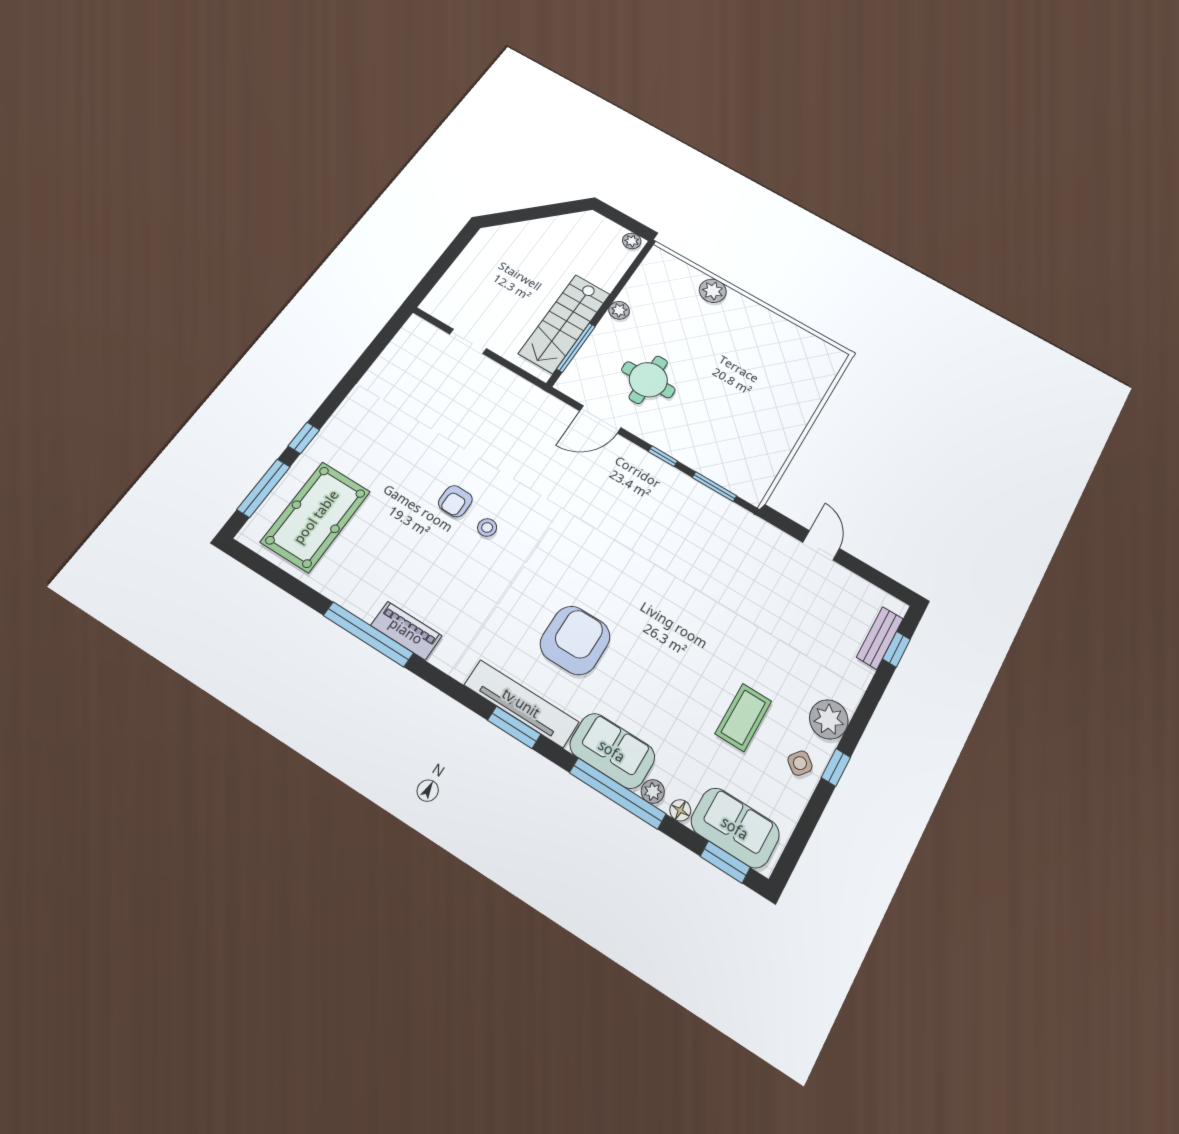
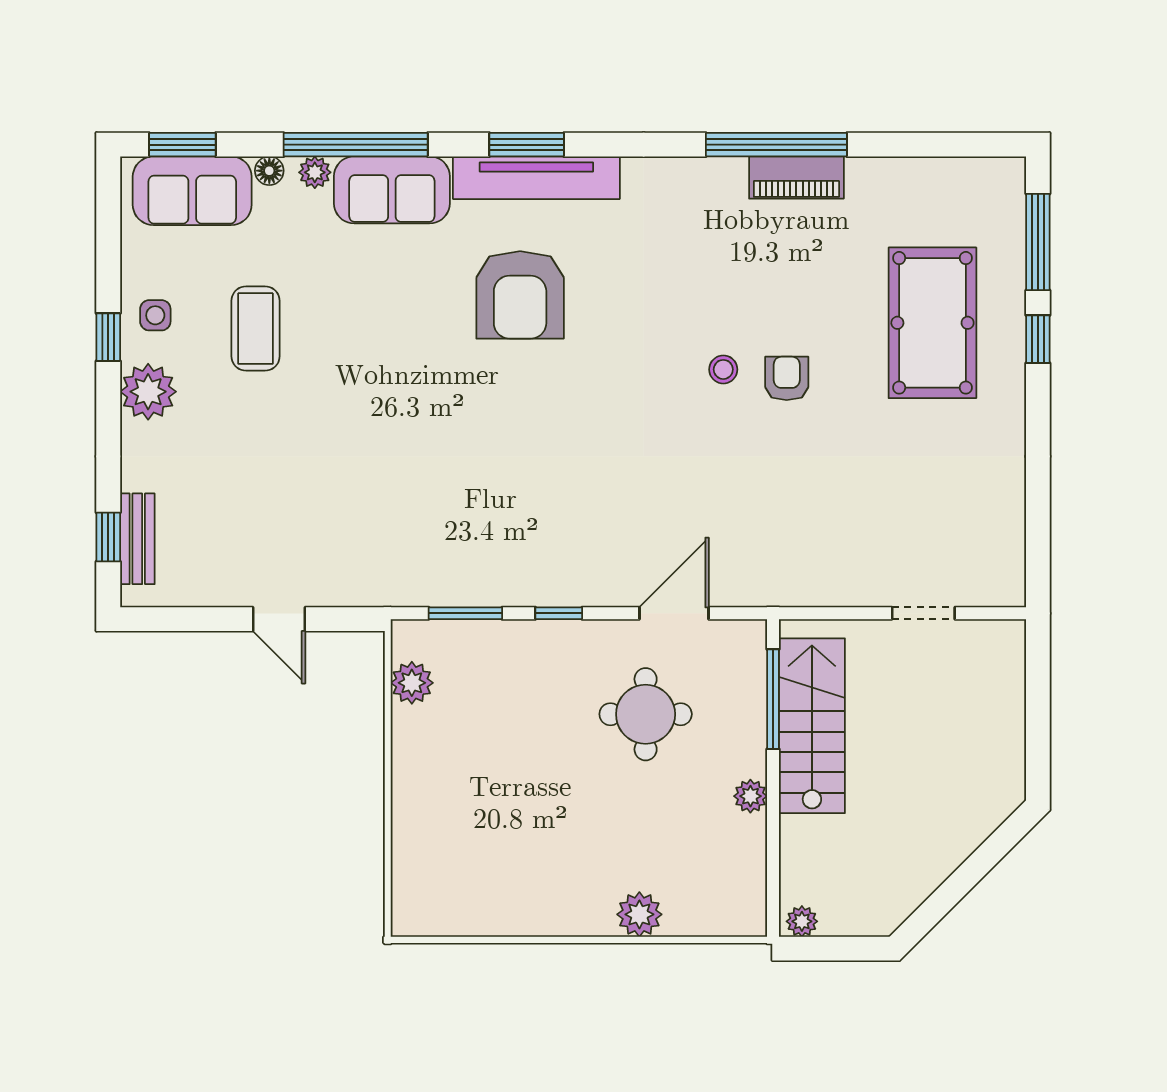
plant: (766, 469) -> (412, 683), added
pool table: (316, 517) -> (932, 323), moved
piano: (406, 631) -> (796, 178), moved
side table: (800, 763) -> (155, 315), turned -38

